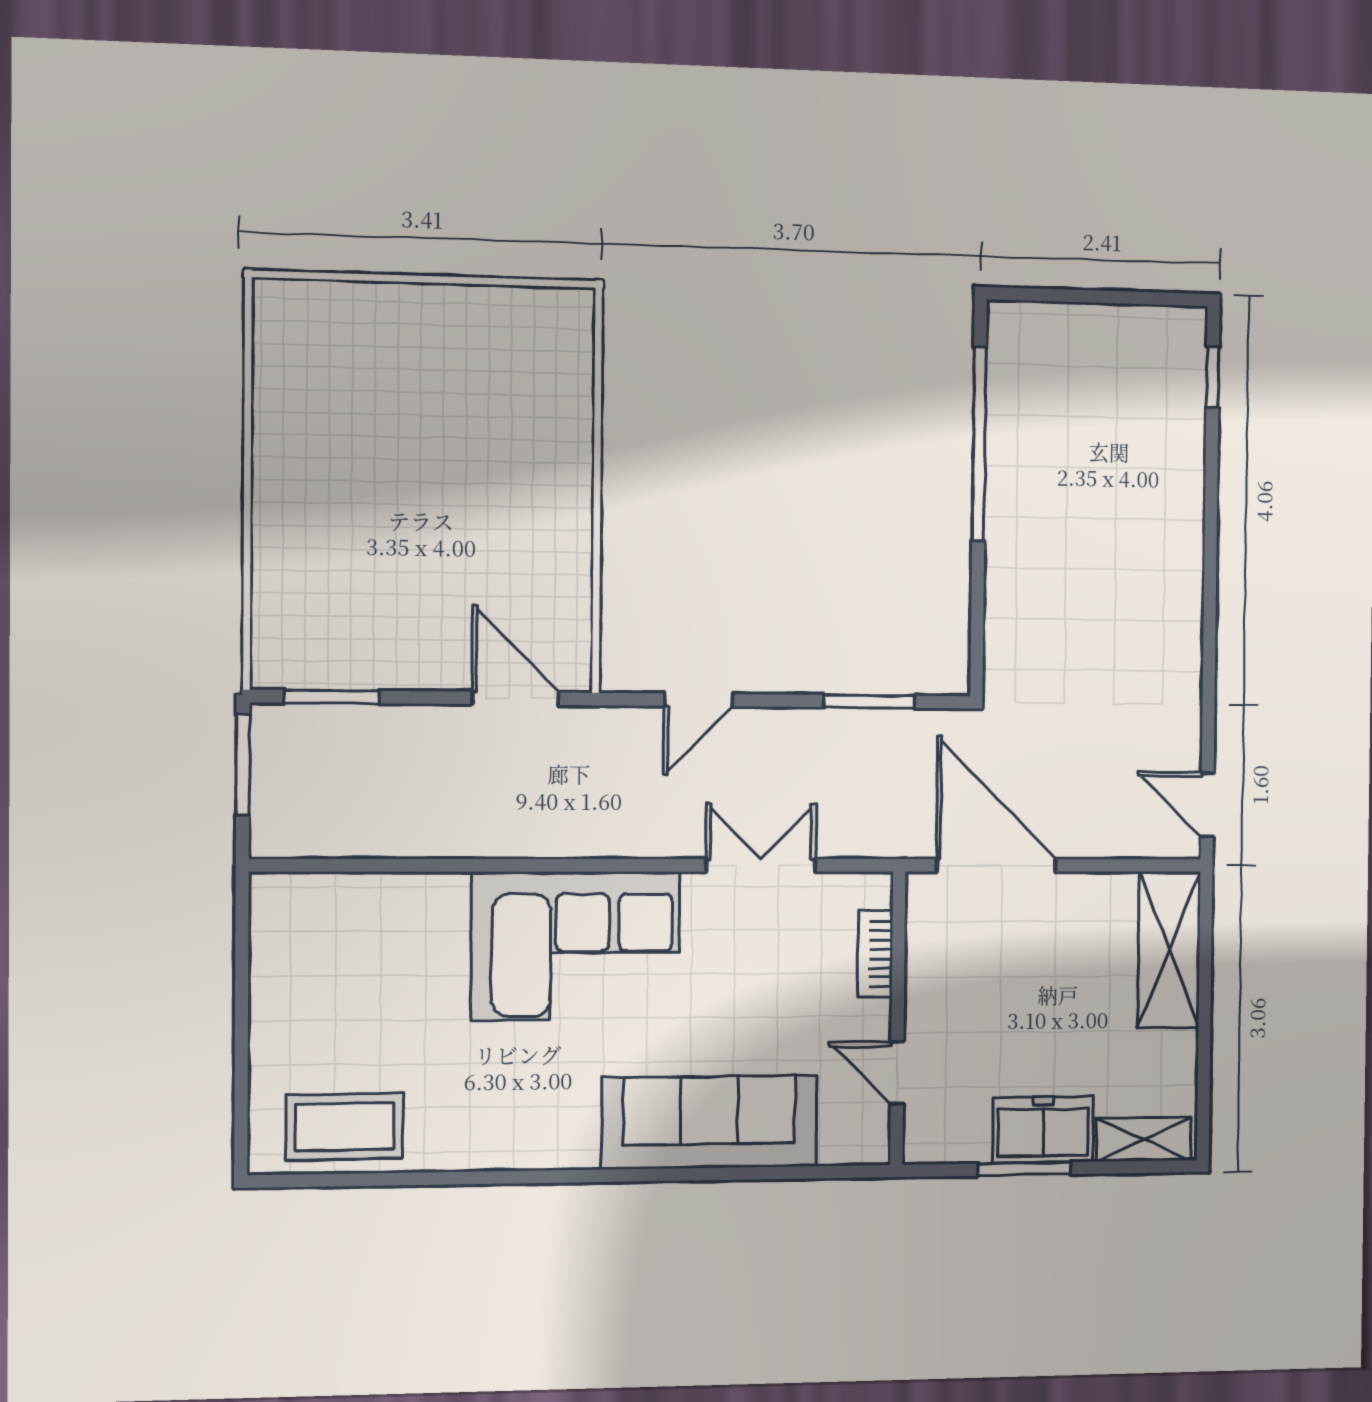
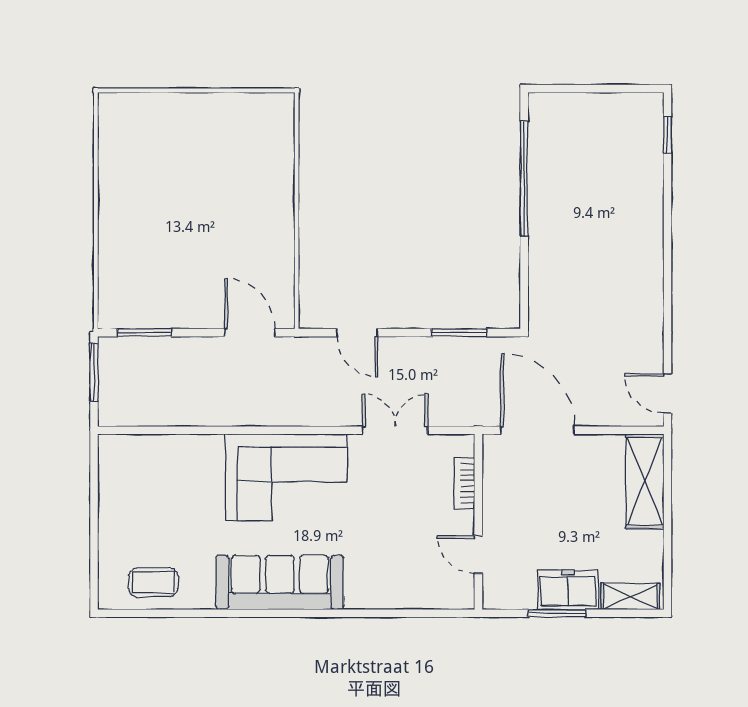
door: (699, 700) -> (357, 333), hinge flipped
sofa: (710, 1122) -> (280, 582), moved
coffee table: (345, 1127) -> (153, 582), width x0.73, depth x0.77

